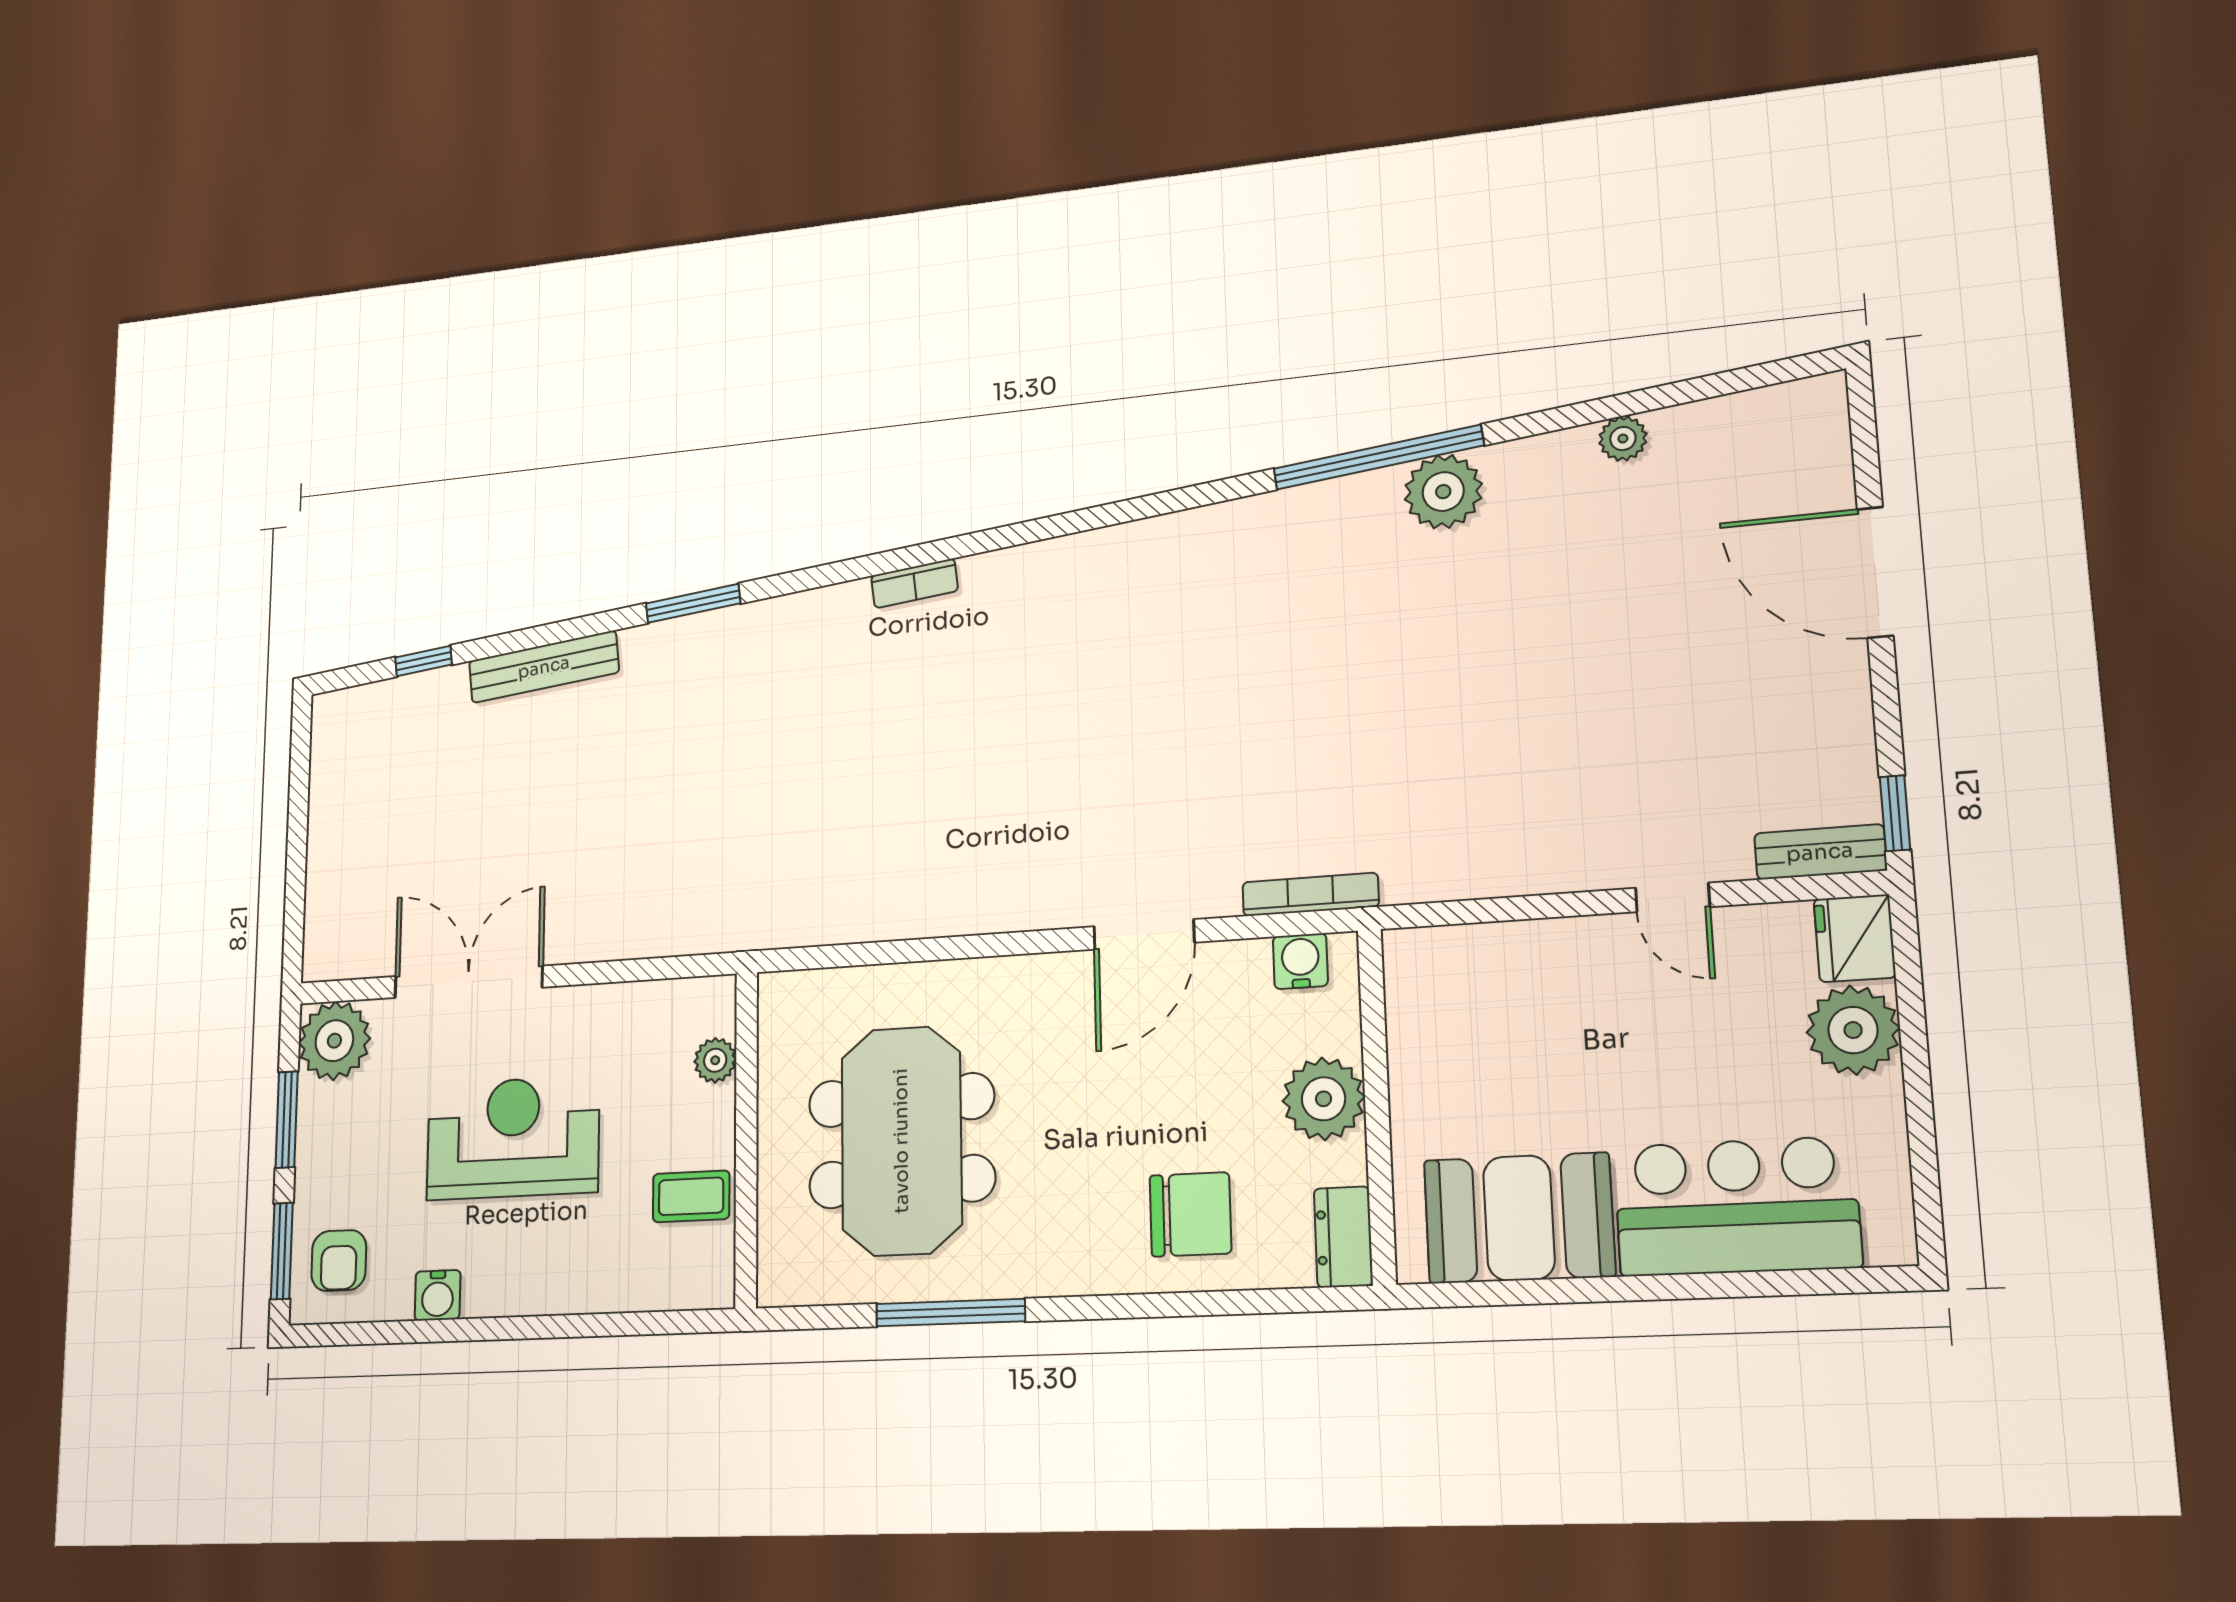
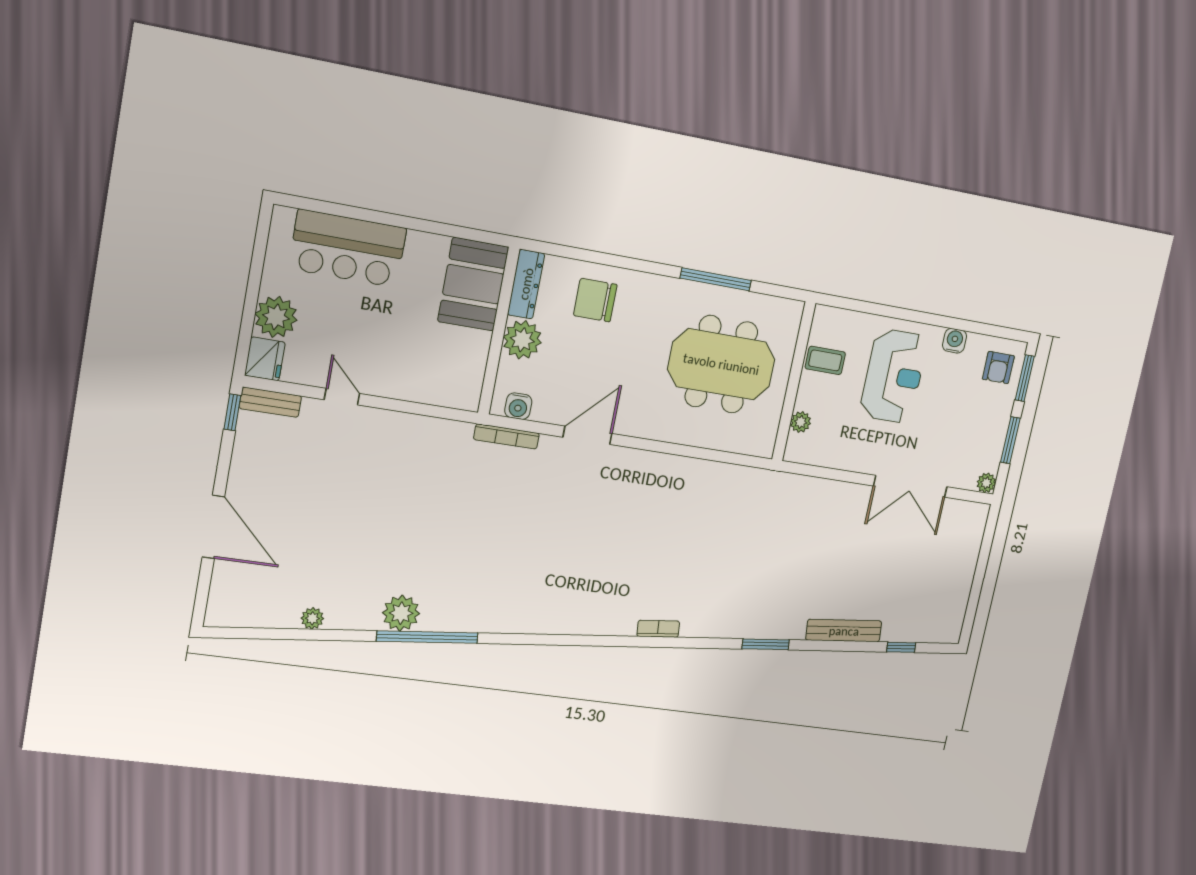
plant: (334, 1041) -> (986, 483), width x0.53, depth x0.53
reception desk: (513, 1138) -> (894, 376), moved, turned -90
meeting table: (901, 1141) -> (721, 364), turned 90
booth: (1519, 1218) -> (473, 284), moved, turned 90
dresser: (1343, 1237) -> (526, 284), width x1.44
armchair: (339, 1261) -> (998, 368), turned 180

